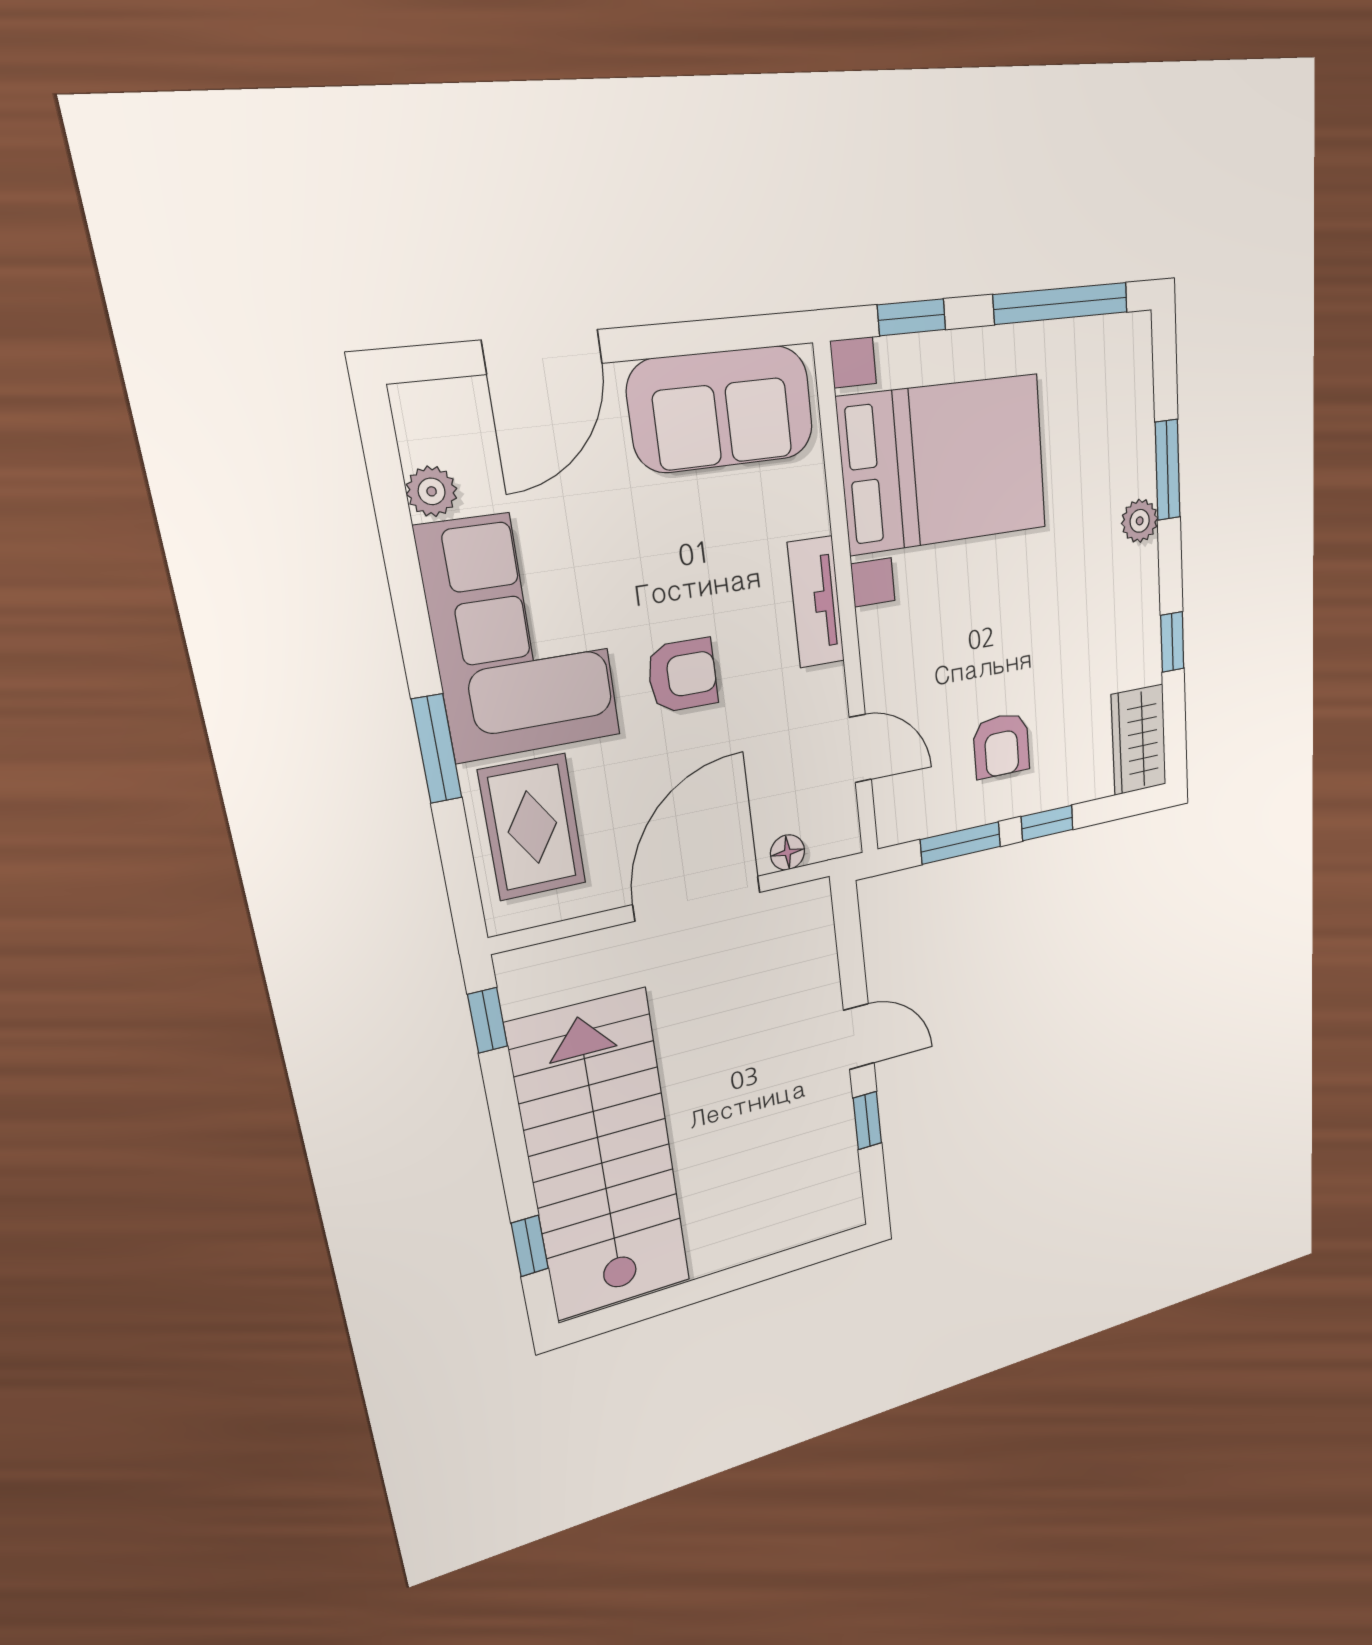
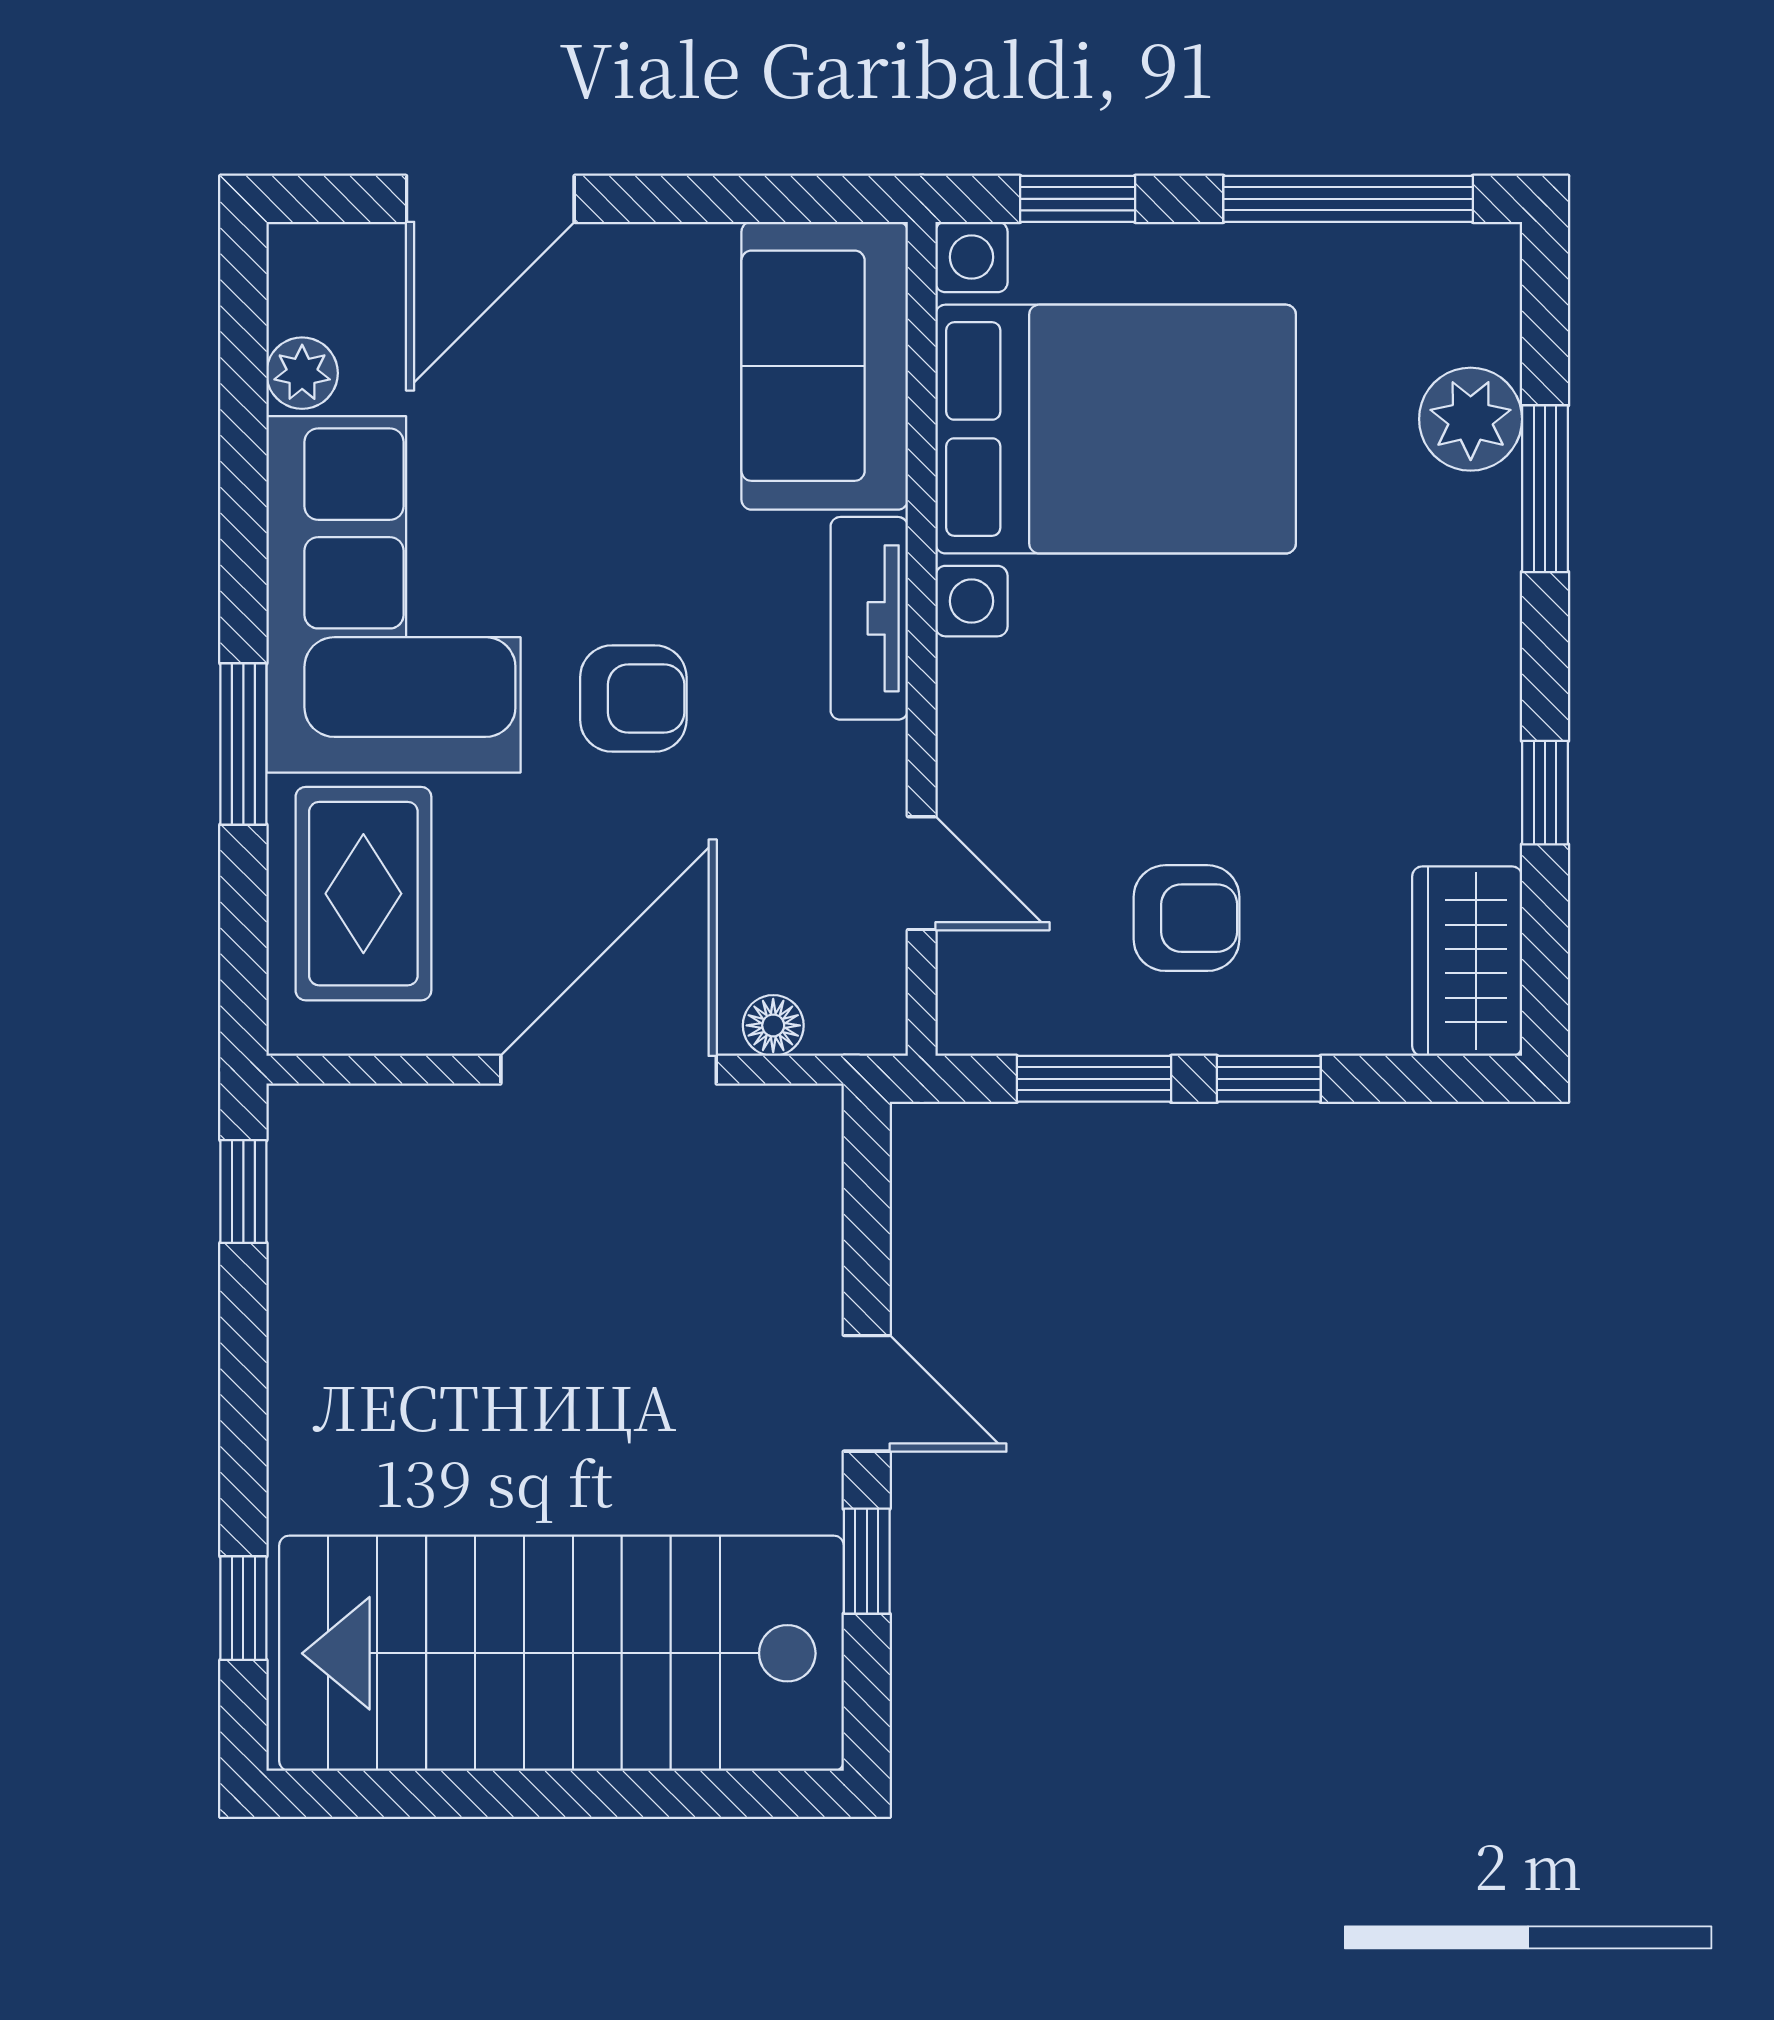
sofa: (721, 409) -> (825, 366), moved, turned 90
plant: (1140, 521) -> (1471, 419), moved, width x1.38, depth x1.38
armchair: (1001, 745) -> (1186, 918), turned -90
stairs: (601, 1157) -> (561, 1653), moved, turned -90

